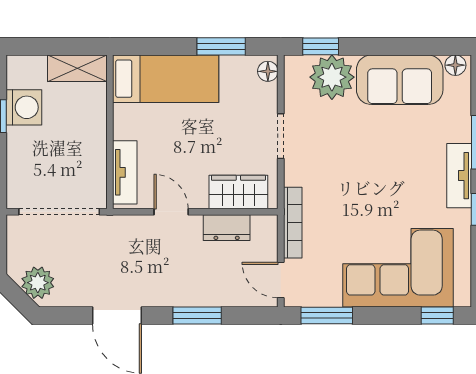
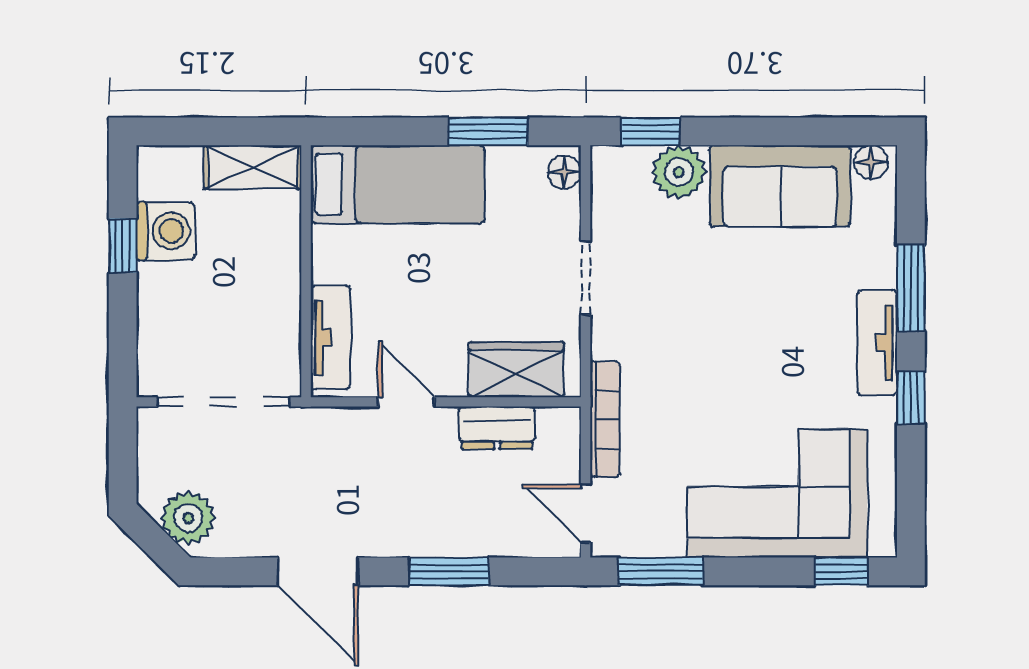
plant: (332, 77) -> (679, 172), width x0.73, depth x0.73

